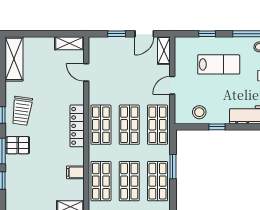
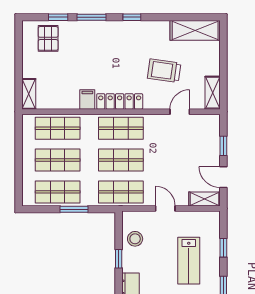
trolley: (22, 111) -> (164, 71), moved
pallet: (18, 145) -> (48, 38), moved
filing cabinet: (75, 172) -> (87, 99), moved

